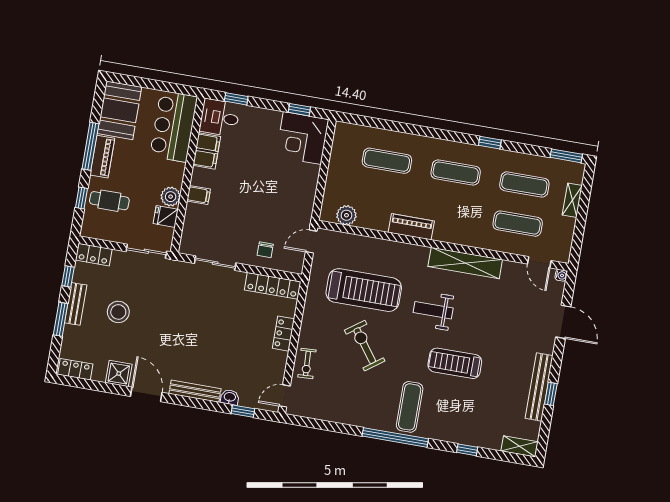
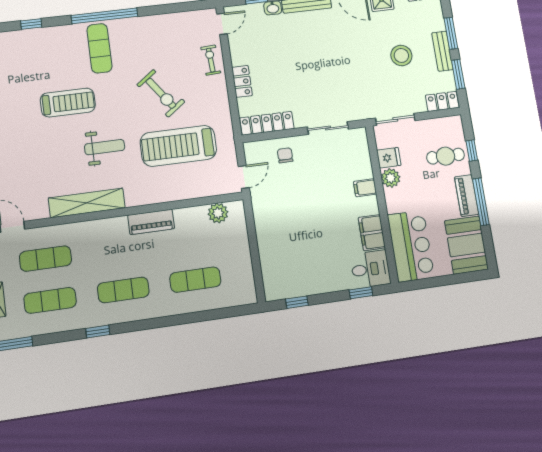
corner desk: (302, 138) -> (285, 275), removed
window: (68, 276) -> (458, 74), width x1.50

